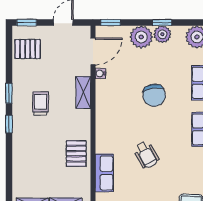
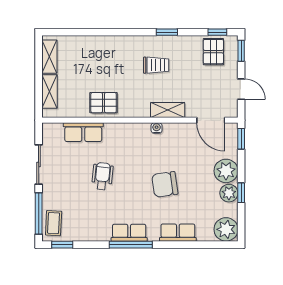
water cooler: (100, 73) -> (157, 128), moved
window: (9, 124) -> (217, 32), moved
wheelchair: (146, 155) -> (102, 176), turned 125

